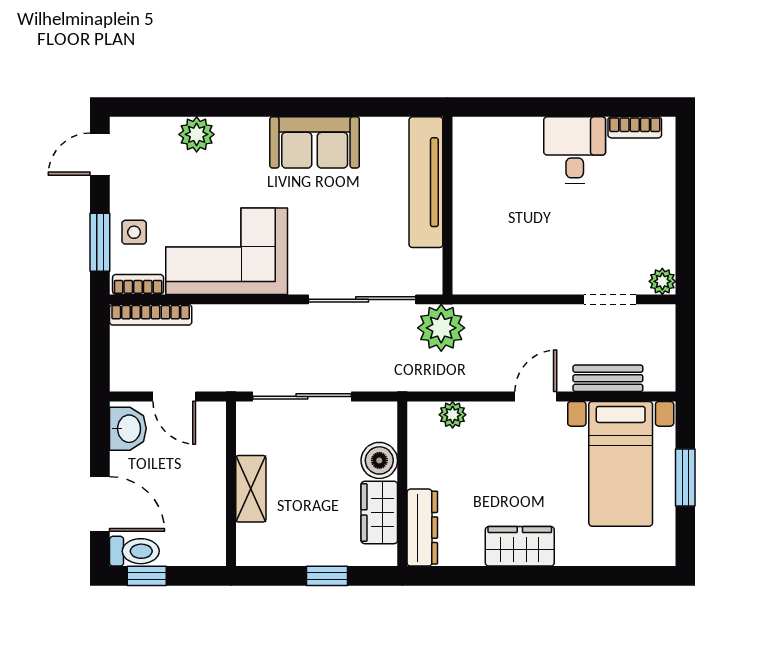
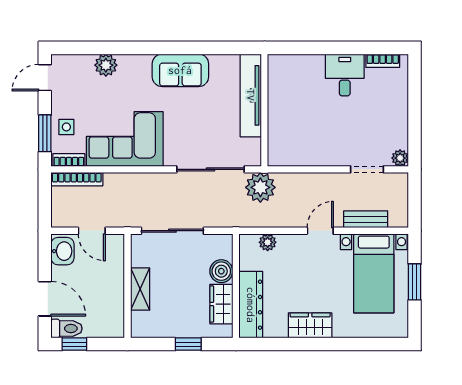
dresser: (422, 528) -> (251, 305), width x1.37, depth x1.24

